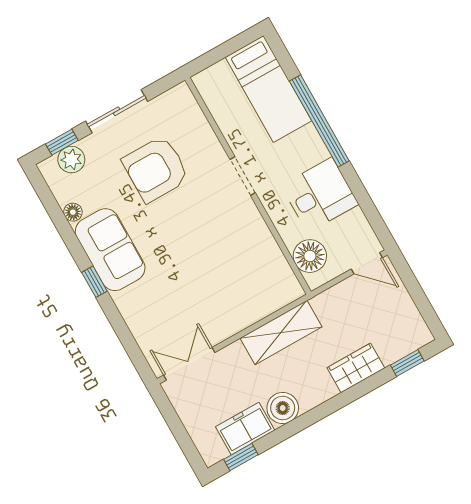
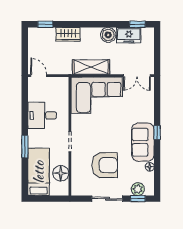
window: (319, 121) -> (25, 146), width x0.47
floor lamp: (310, 256) -> (61, 173), moved
corner sofa: (242, 288) -> (97, 95), added

